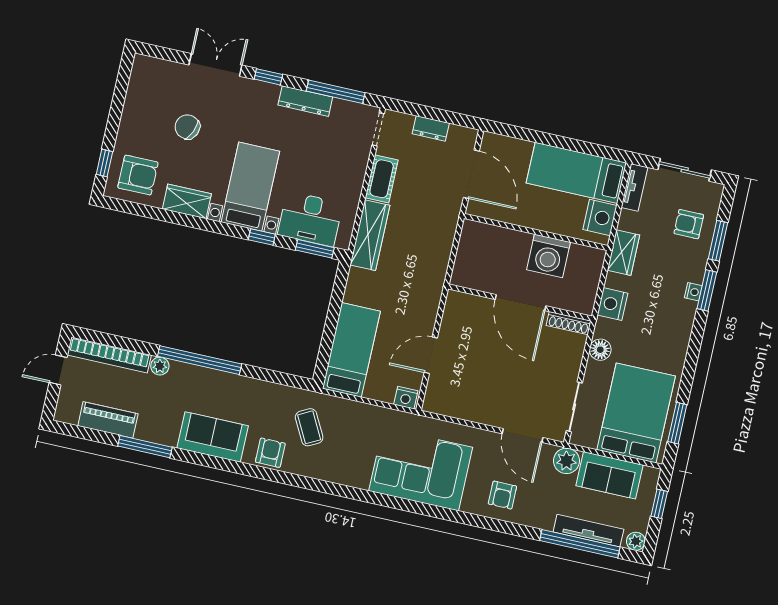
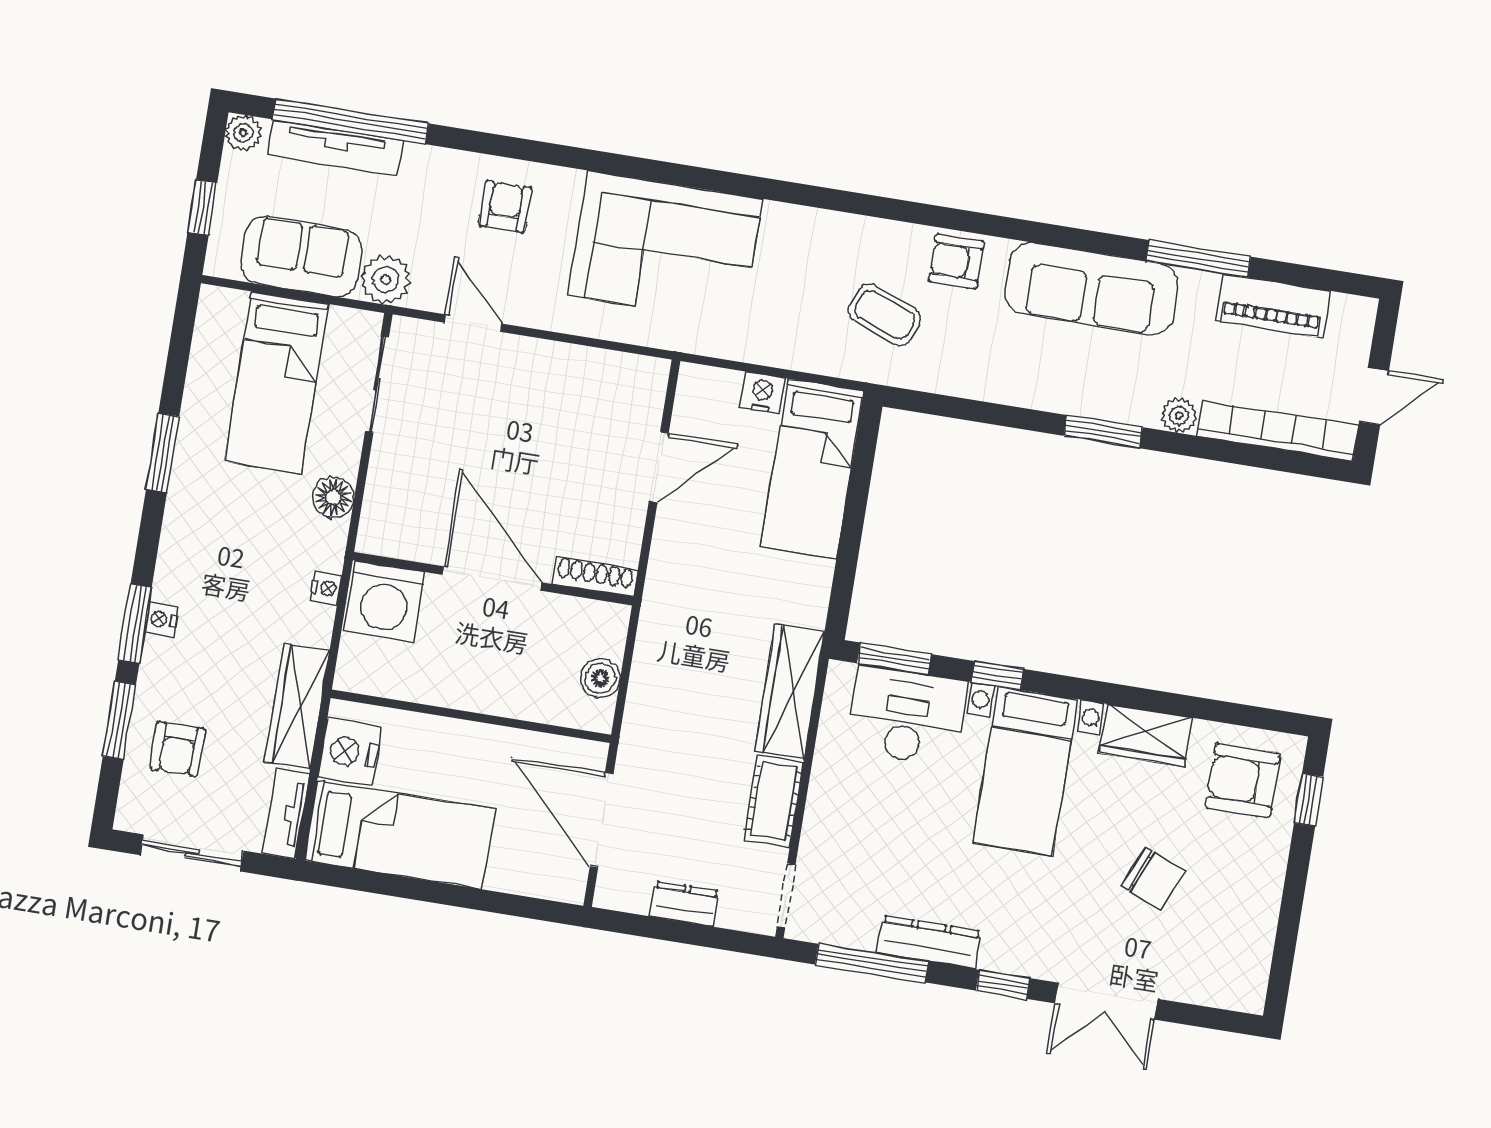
armchair: (689, 224) -> (178, 749), turned 90
boiler: (468, 248) -> (600, 678), added
wardrobe: (623, 253) -> (297, 706), width x1.50
washing machine: (548, 256) -> (385, 601), moved, turned 180
nightstand: (612, 304) -> (326, 588), width x0.53, depth x0.56
shoe rack: (569, 323) -> (595, 577), moved
window: (200, 360) -> (1103, 432), width x0.47
nightstand: (406, 398) -> (762, 393), moved
bed: (636, 413) -> (276, 383), width x0.67
window: (677, 423) -> (163, 453), moved
coffee table: (309, 427) -> (885, 315), turned -41
door: (523, 436) -> (473, 323), width x0.73
sofa: (213, 437) -> (1091, 289), width x1.36
armchair: (270, 453) -> (956, 261), turned 90

